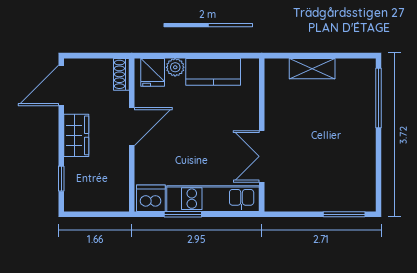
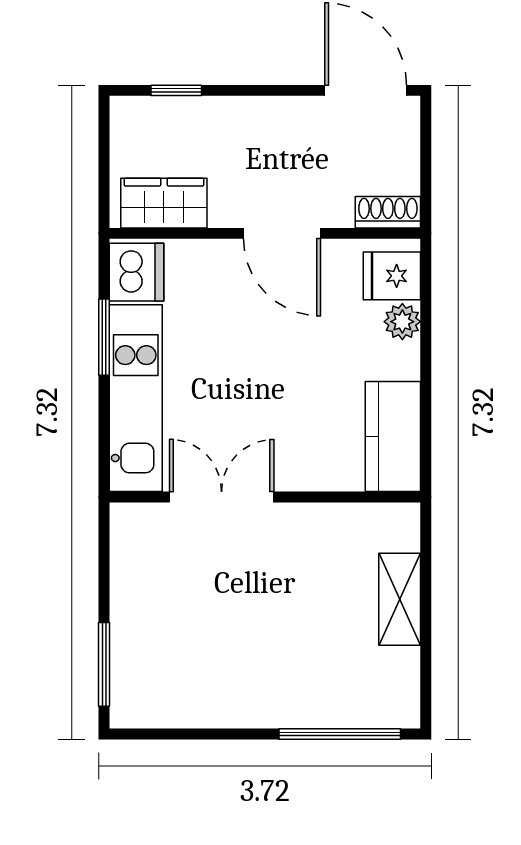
kitchen counter: (213, 72) -> (393, 437), moved
wardrobe: (76, 135) -> (164, 203), moved, turned 180

